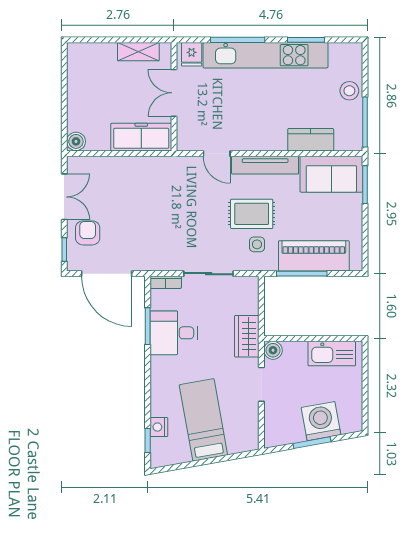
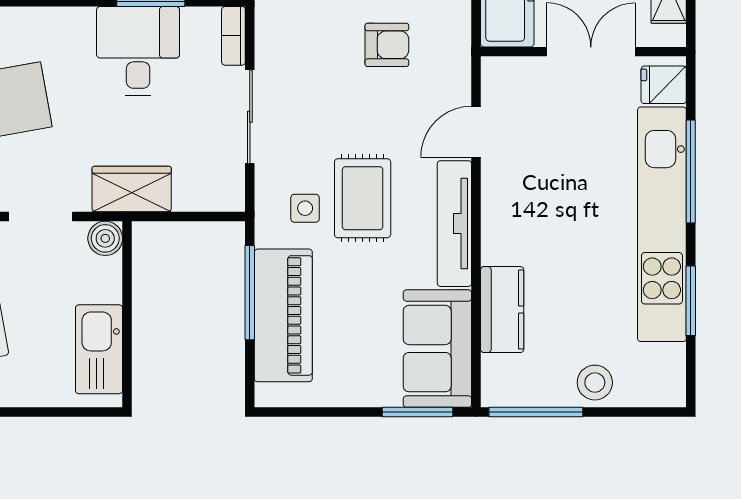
armchair: (170, 201) -> (387, 45), added

